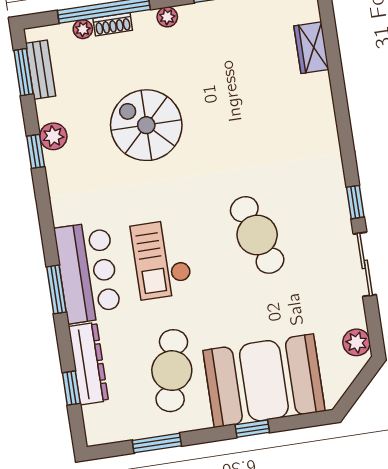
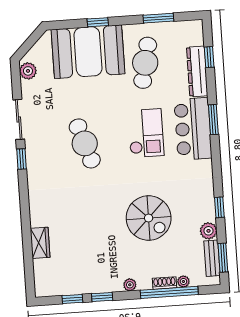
wardrobe: (311, 48) -> (40, 243), moved
plant: (53, 136) -> (208, 231), moved

